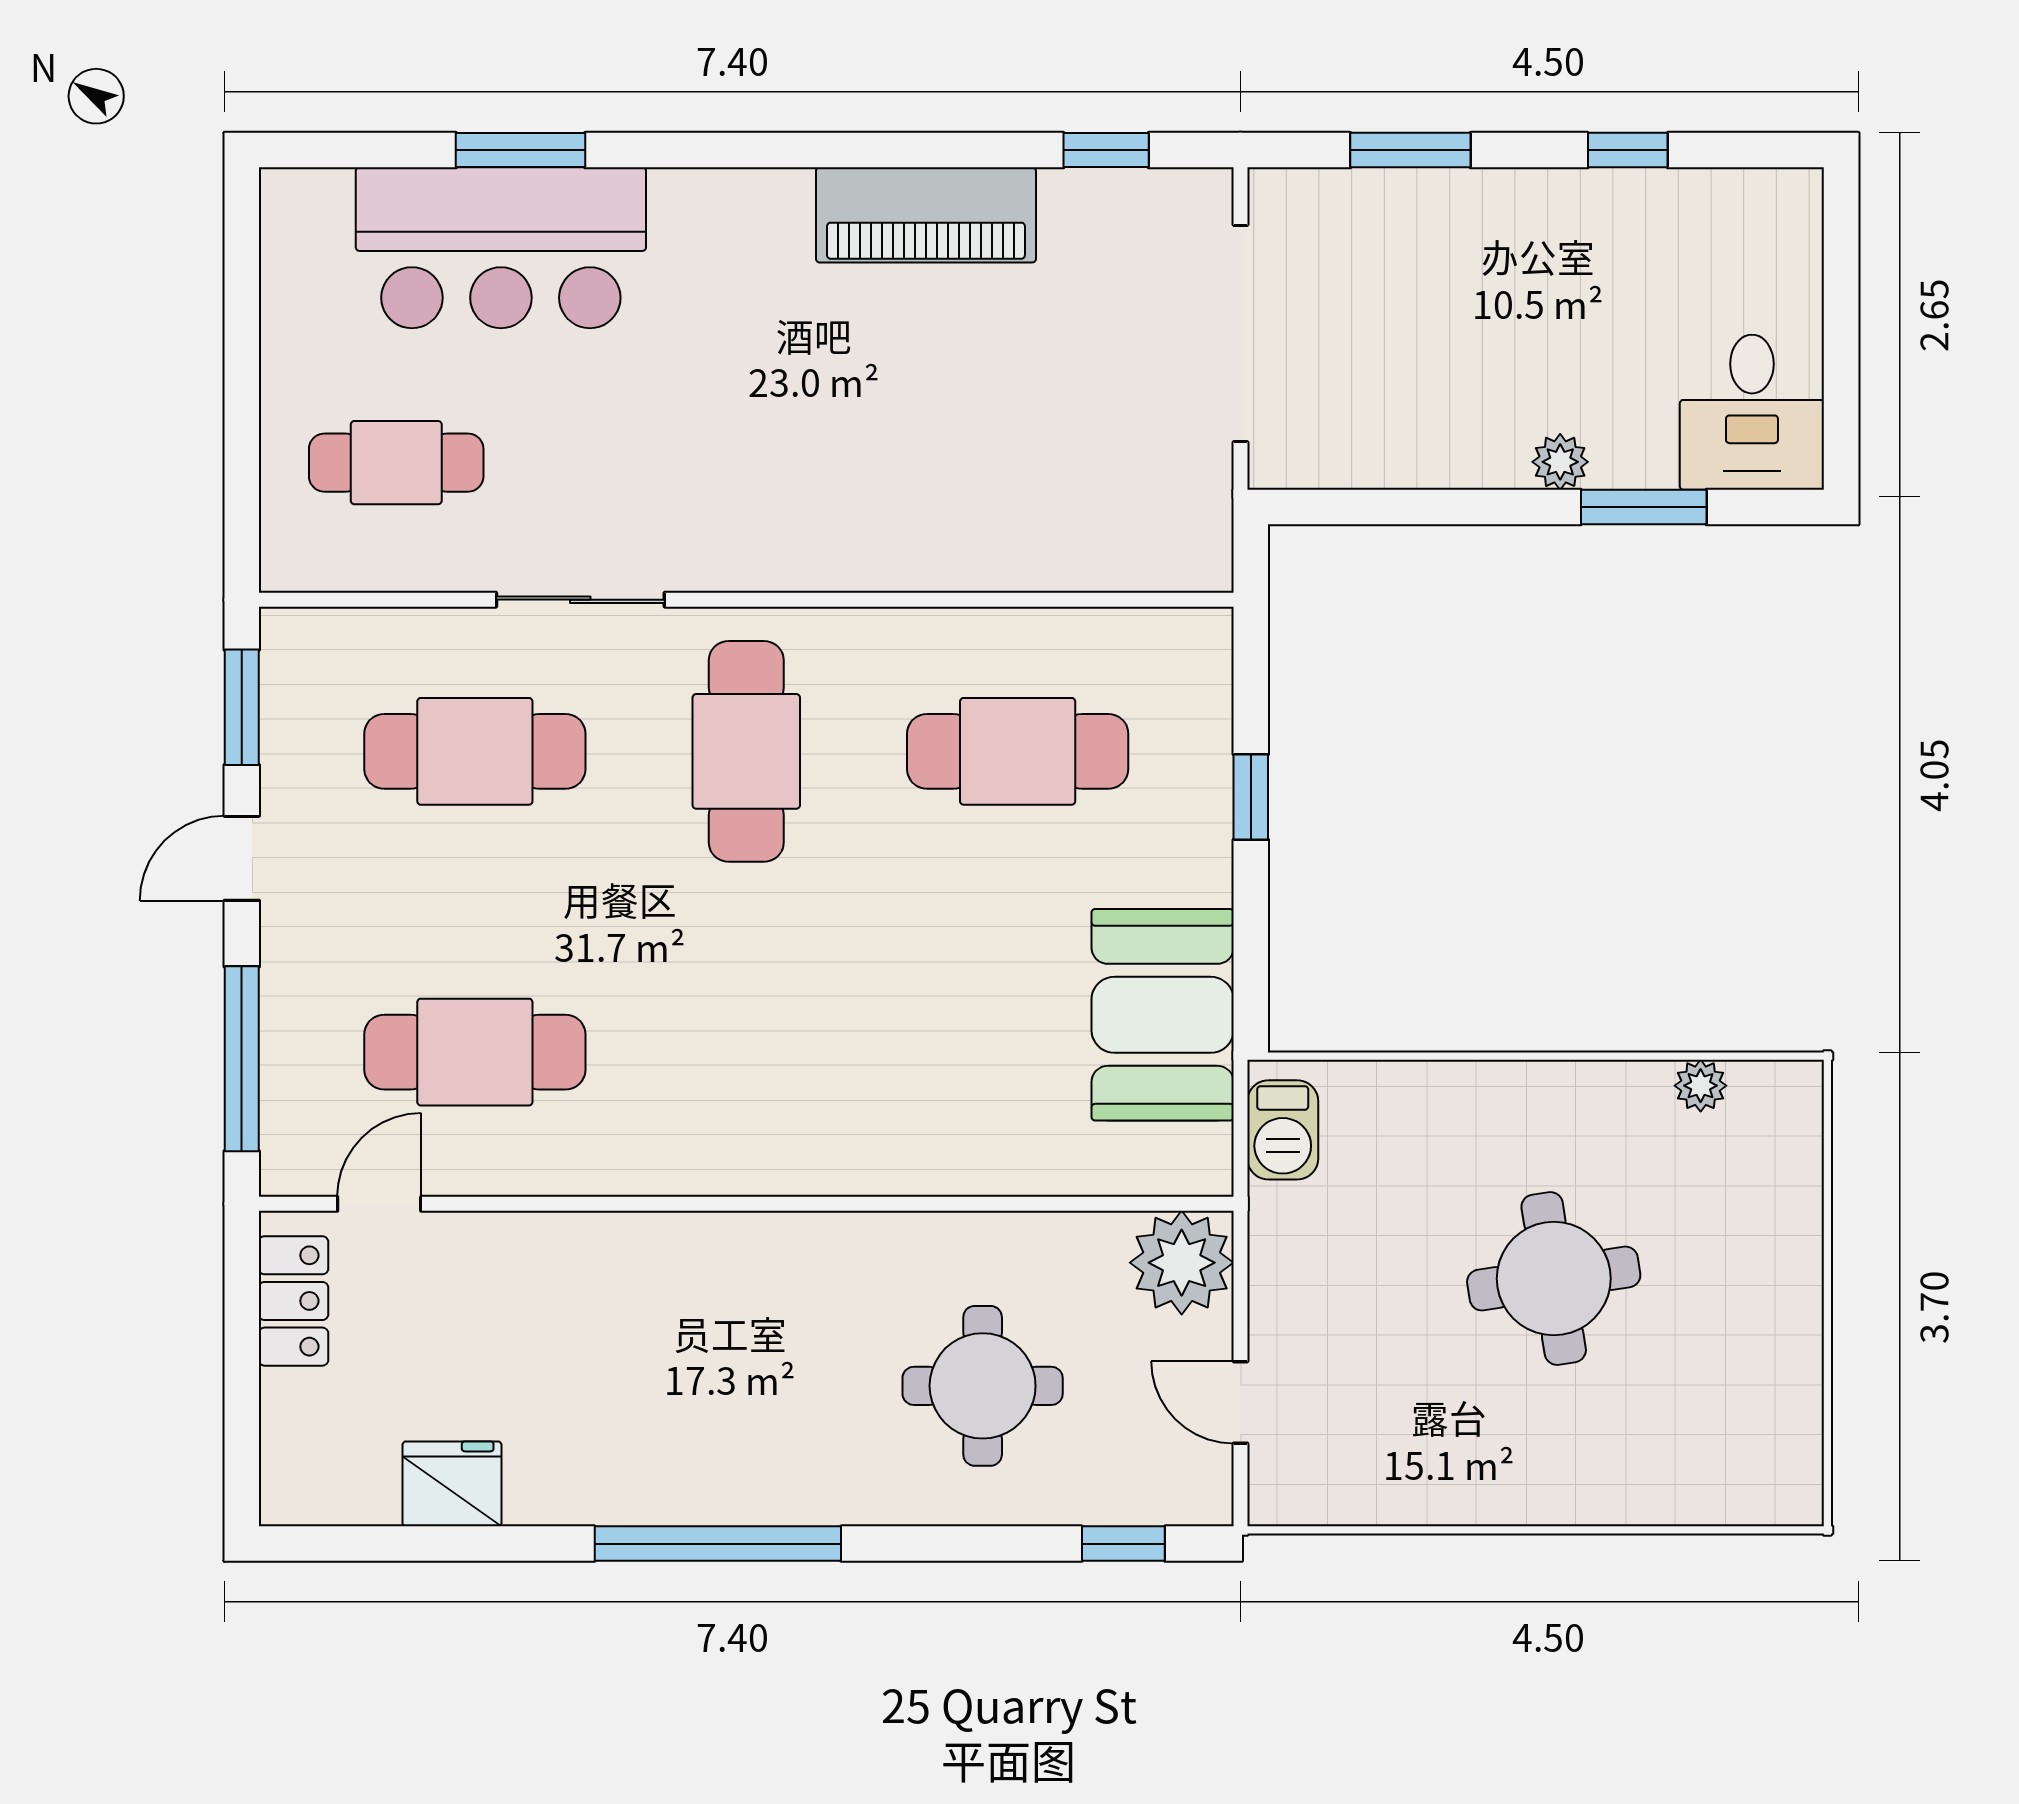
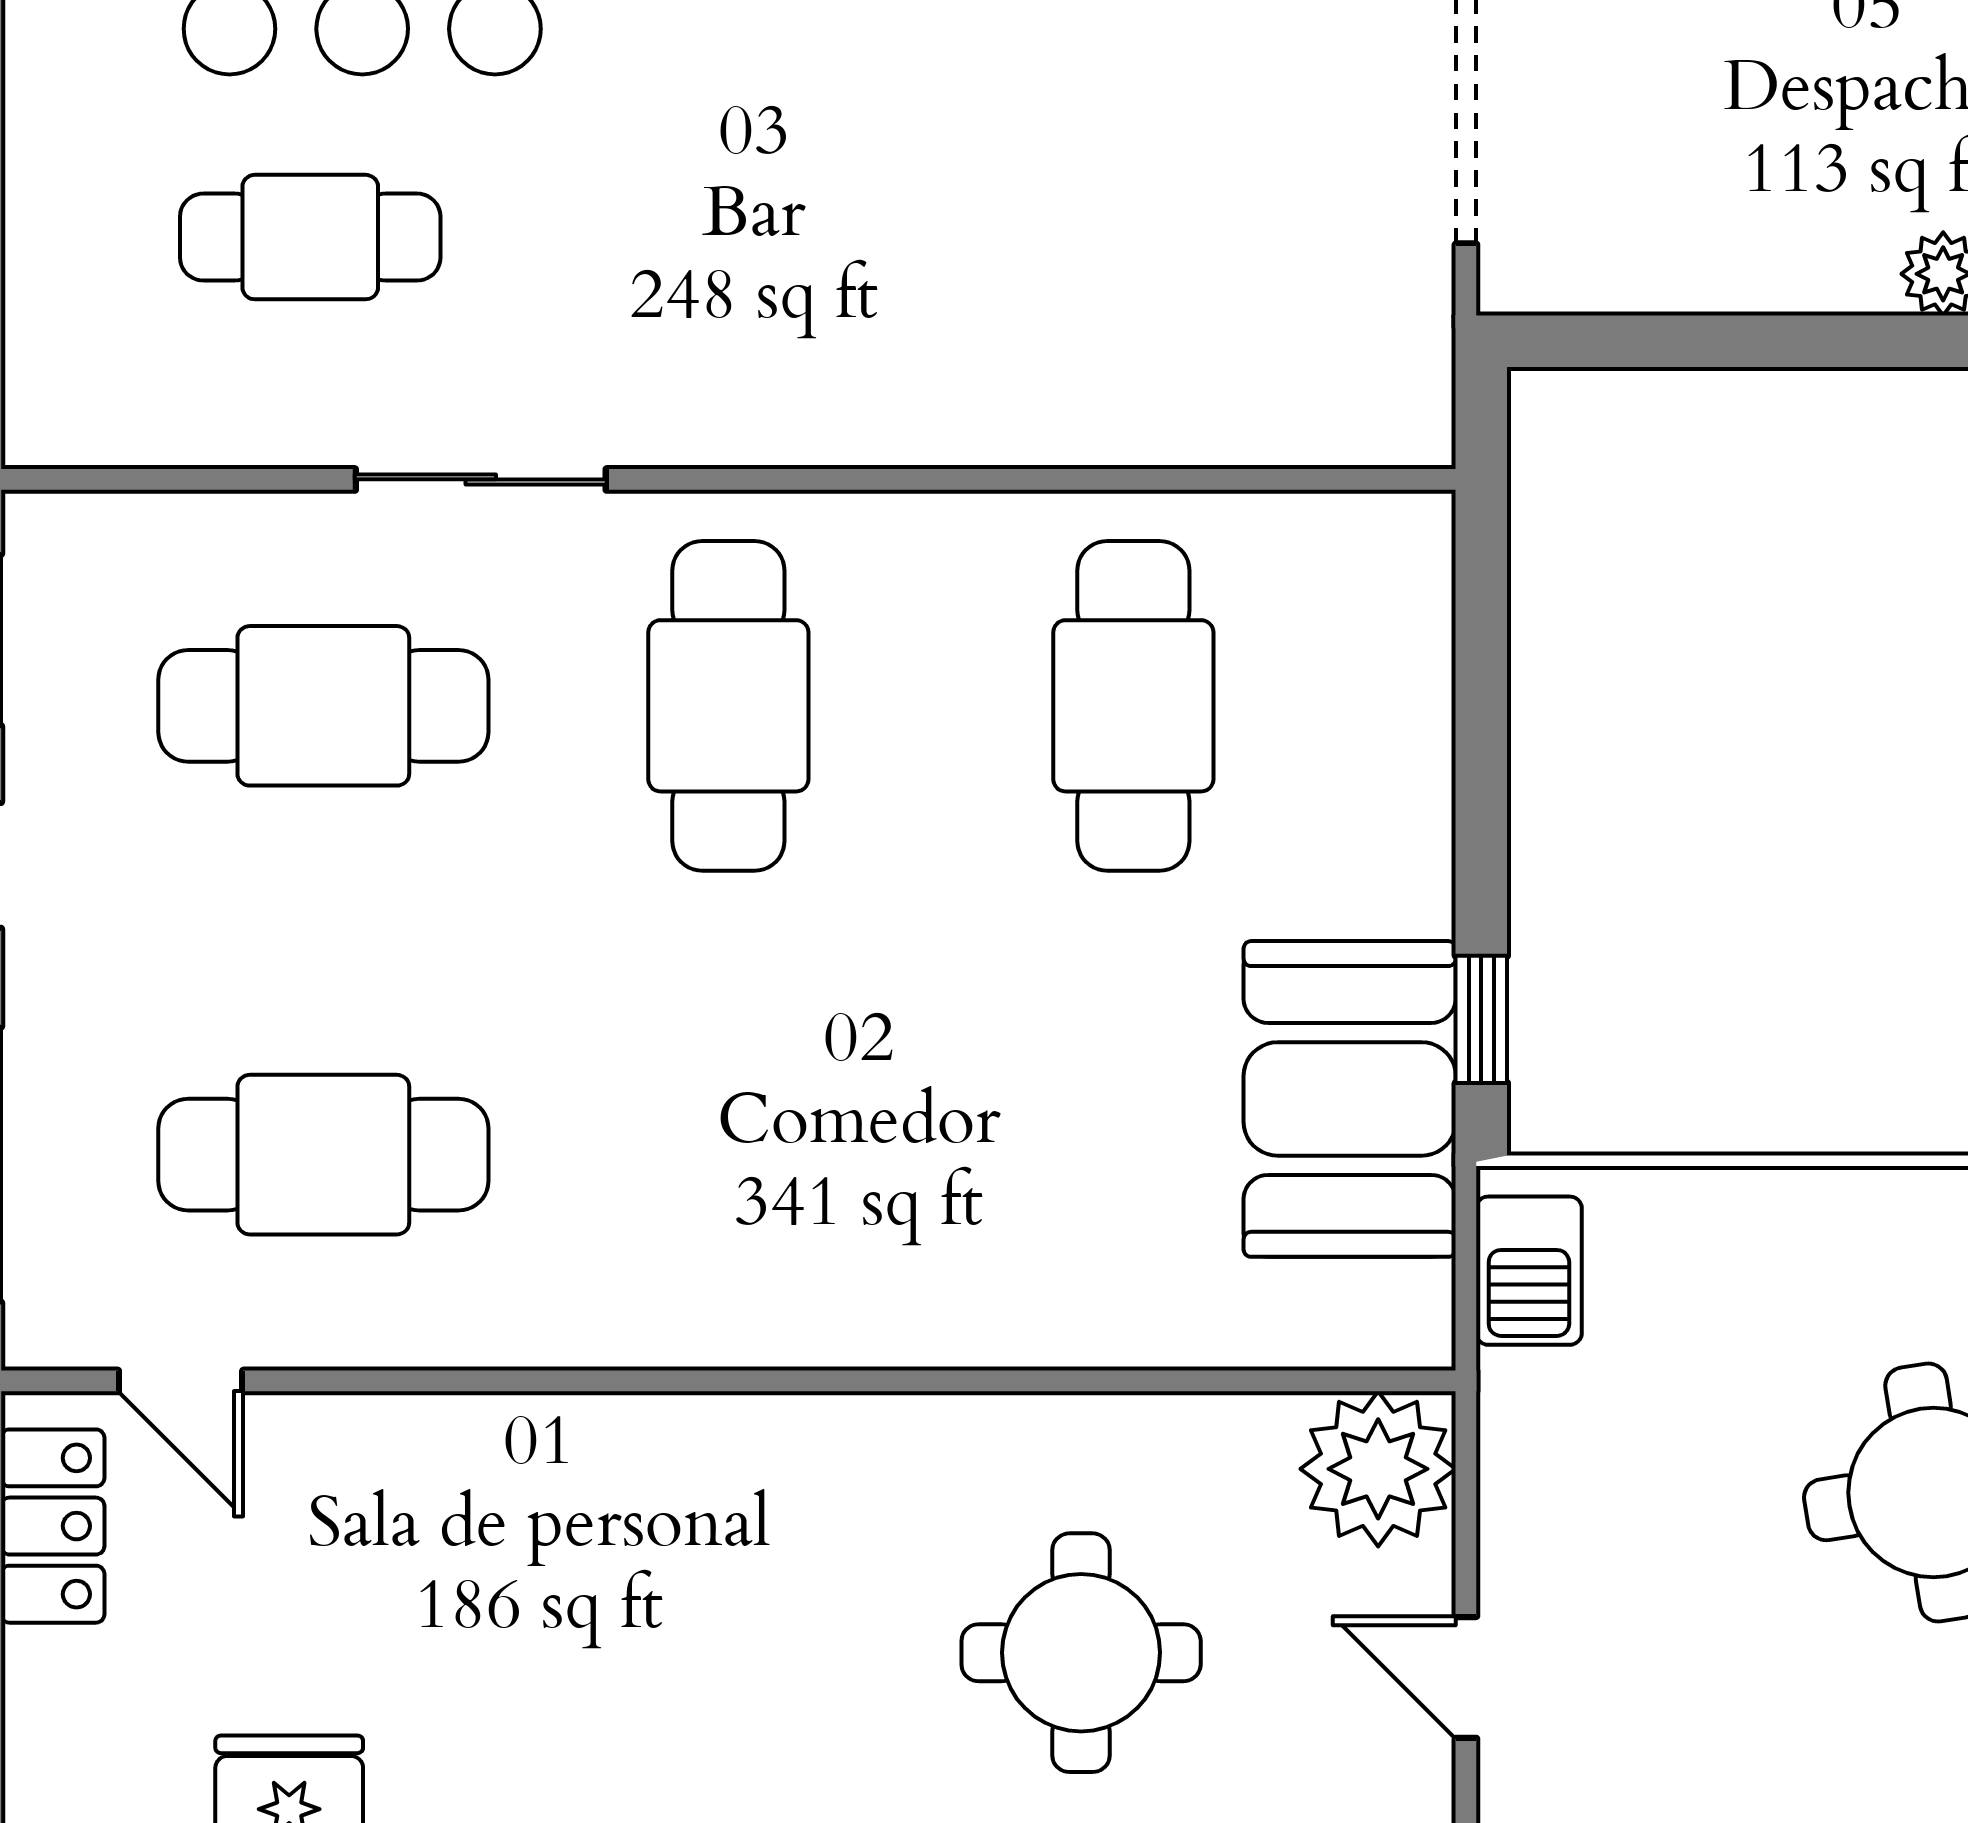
cafe table: (396, 463) -> (310, 237), moved
cafe table: (1018, 751) -> (1133, 706), turned 90
window: (1251, 797) -> (1481, 1019), moved
door: (379, 1204) -> (181, 1381), swing flipped

